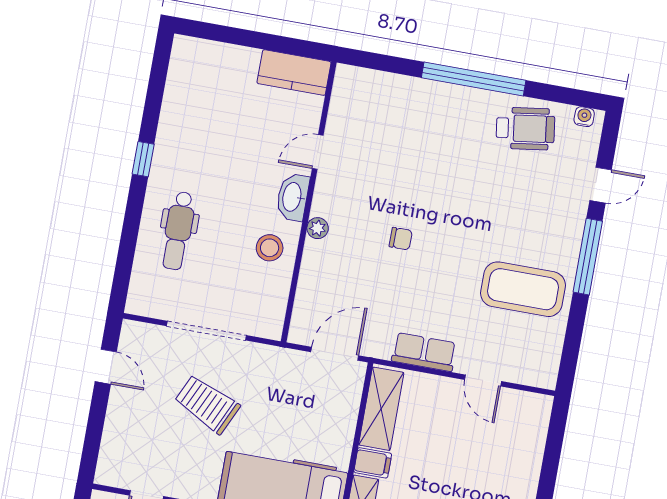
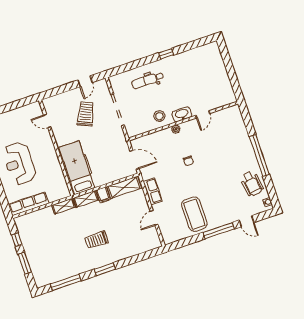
kitchen counter: (294, 73) -> (226, 90), removed
door: (318, 152) -> (203, 114), swing flipped
trolley: (207, 404) -> (86, 114), moved

